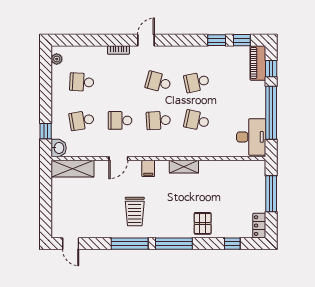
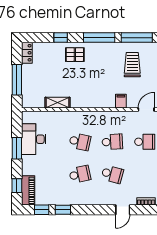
window: (271, 113) -> (17, 148), width x0.47
desk: (251, 137) -> (34, 139), moved
shelving: (184, 167) -> (57, 103), moved
pallet: (203, 223) -> (75, 55), turned 90
window: (232, 244) -> (61, 38), moved

